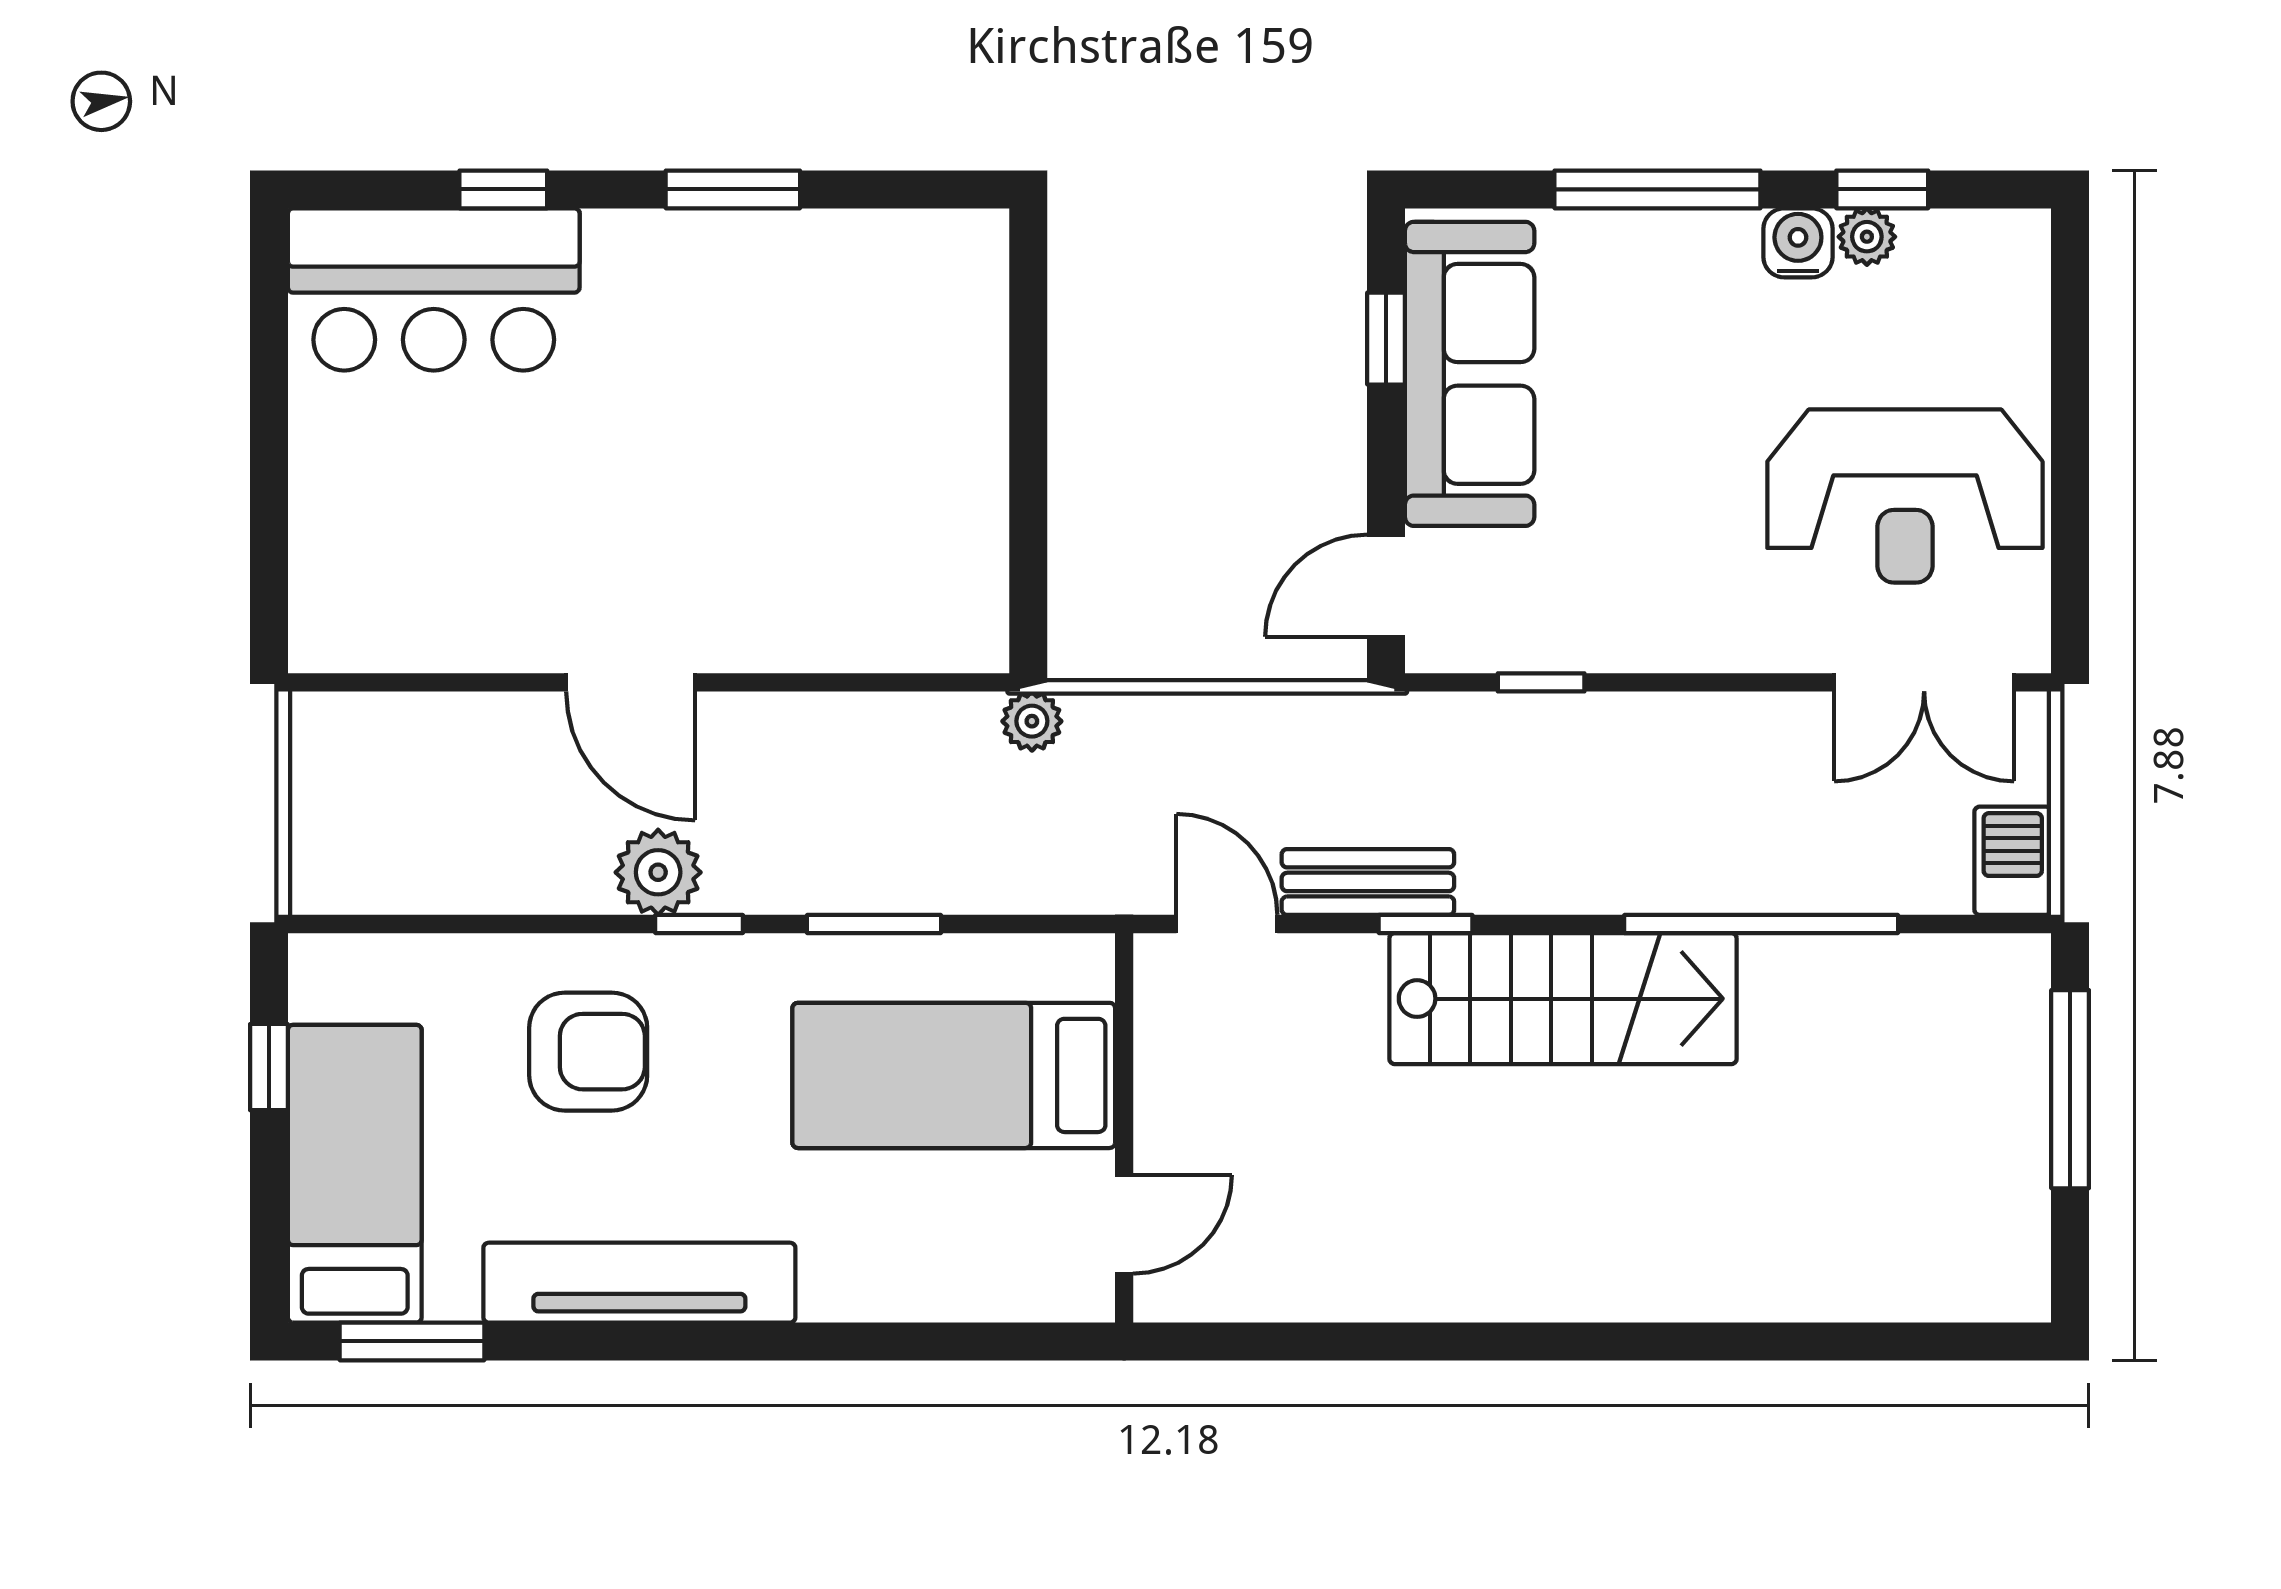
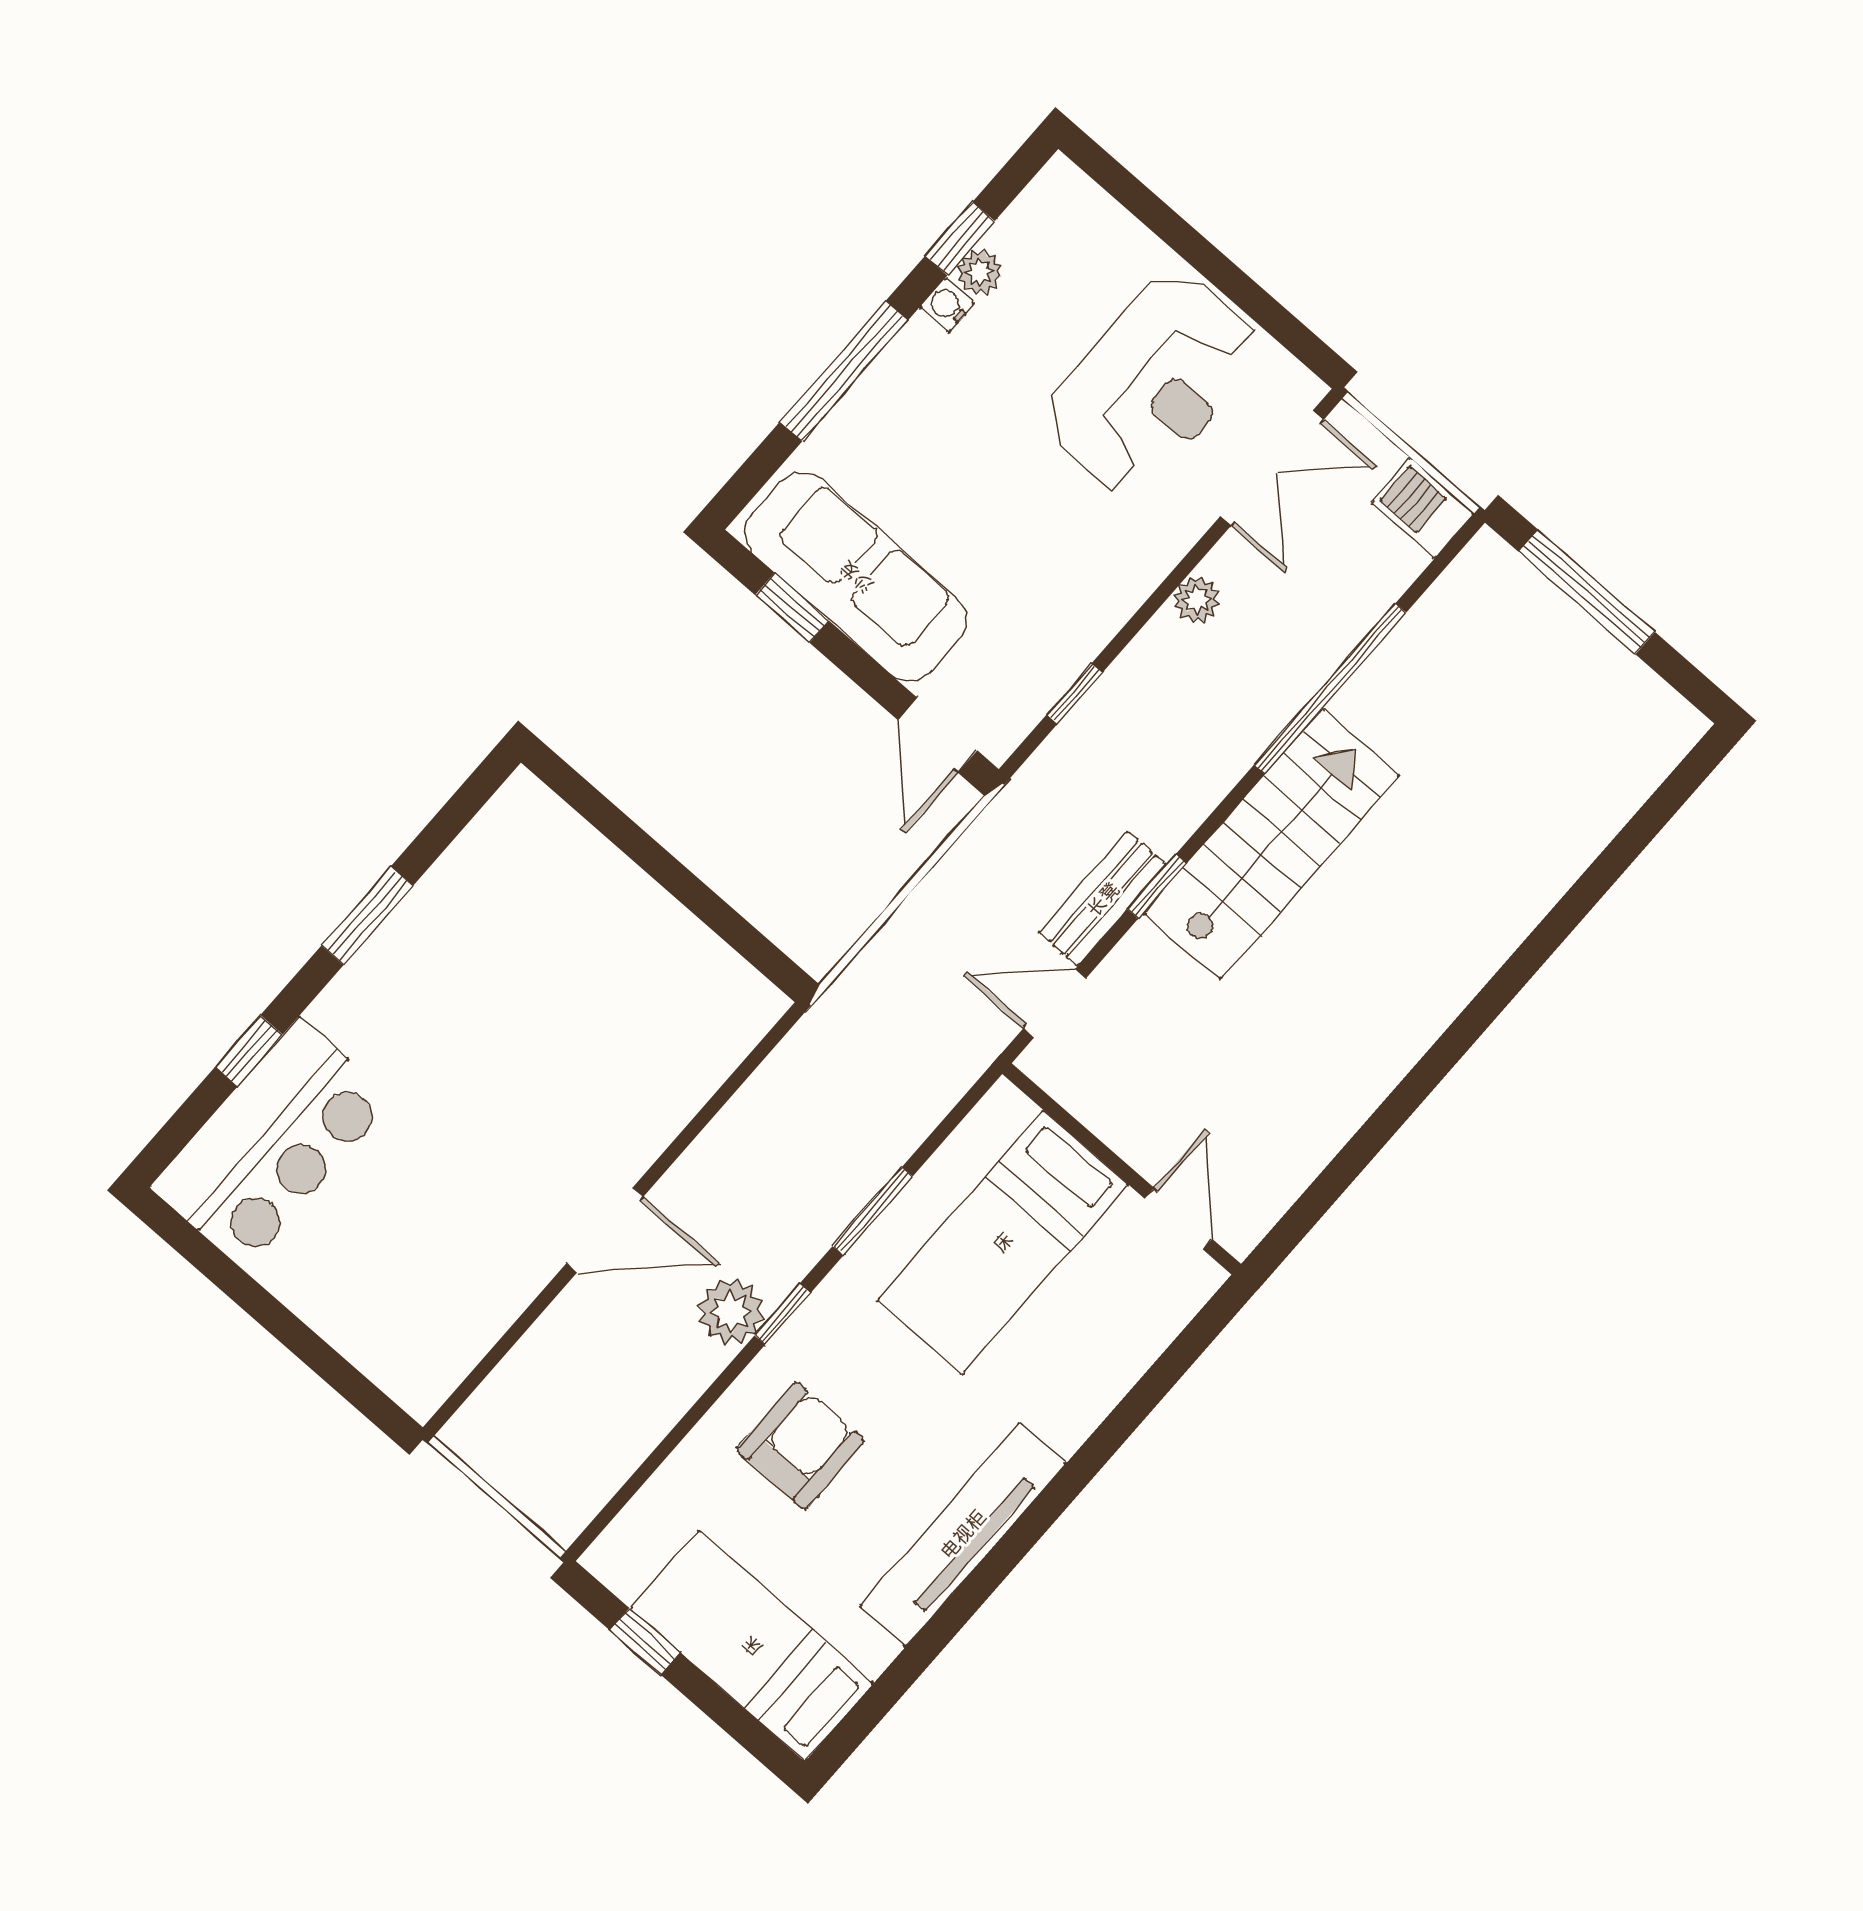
water cooler: (1798, 243) -> (947, 305), width x0.72, depth x0.72
plant: (1032, 721) -> (1197, 600), moved
window: (412, 1341) -> (880, 1699), removed

